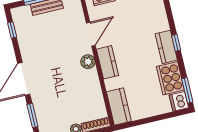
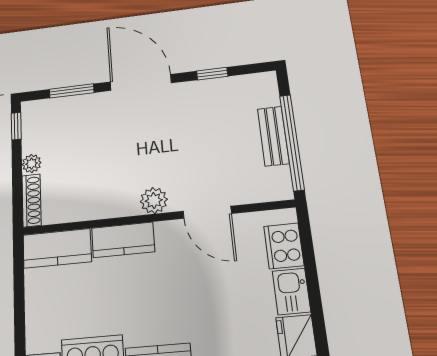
window: (12, 30) -> (212, 74), moved
kitchen counter: (107, 62) -> (123, 240), moved

